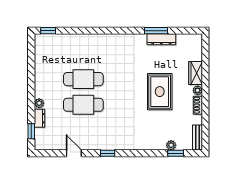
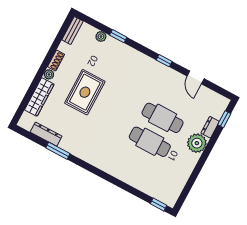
dresser: (161, 39) -> (46, 134), moved
wardrobe: (196, 73) -> (39, 97), width x1.50
plant: (39, 103) -> (197, 143), width x1.87, depth x1.87
window: (176, 153) -> (118, 36), moved

